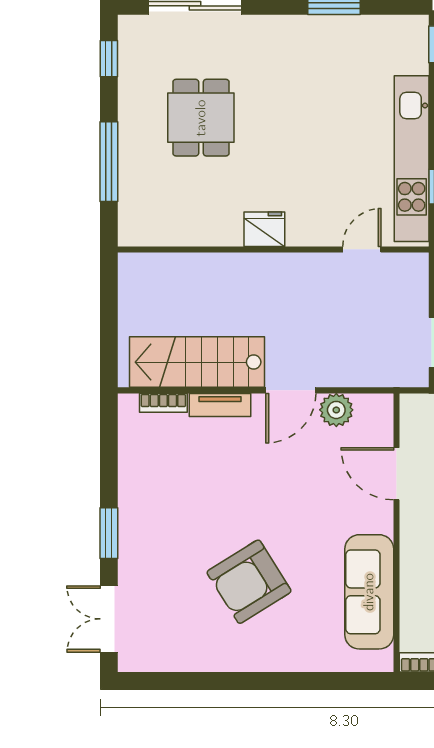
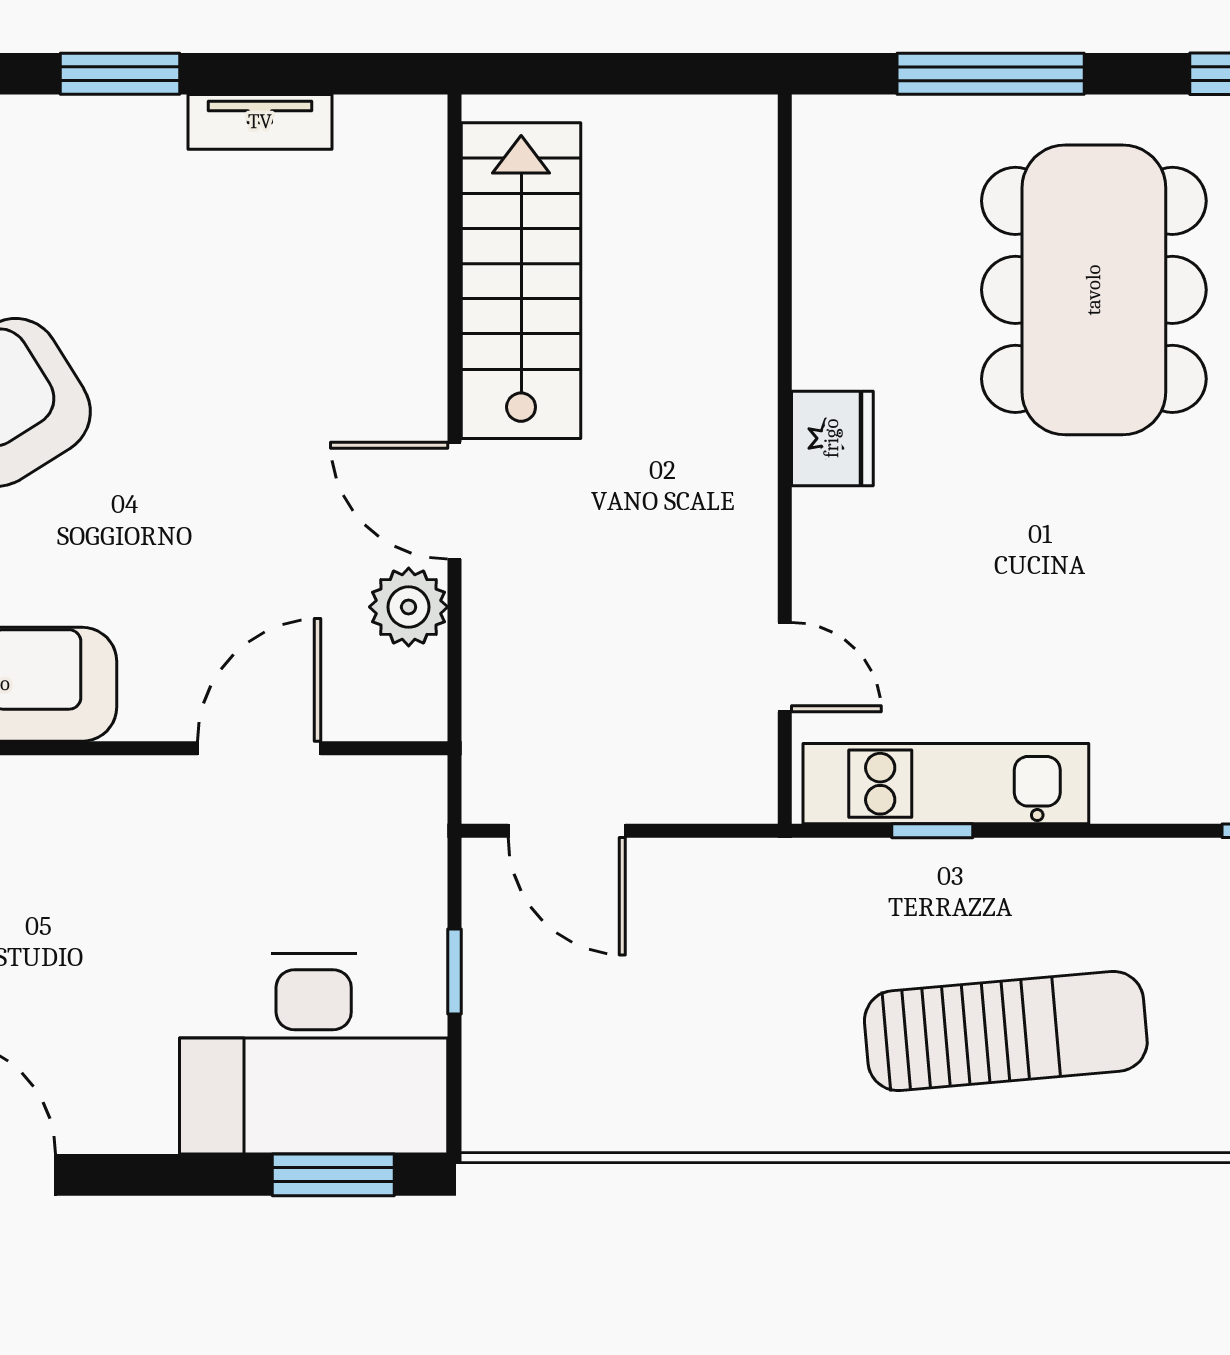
dining table: (201, 118) -> (1094, 290), width x1.88, depth x1.24
kitchen unit: (412, 159) -> (946, 784), width x0.73
bookcase: (163, 403) -> (425, 202), removed
tv unit: (220, 405) -> (260, 122), moved, turned -90

